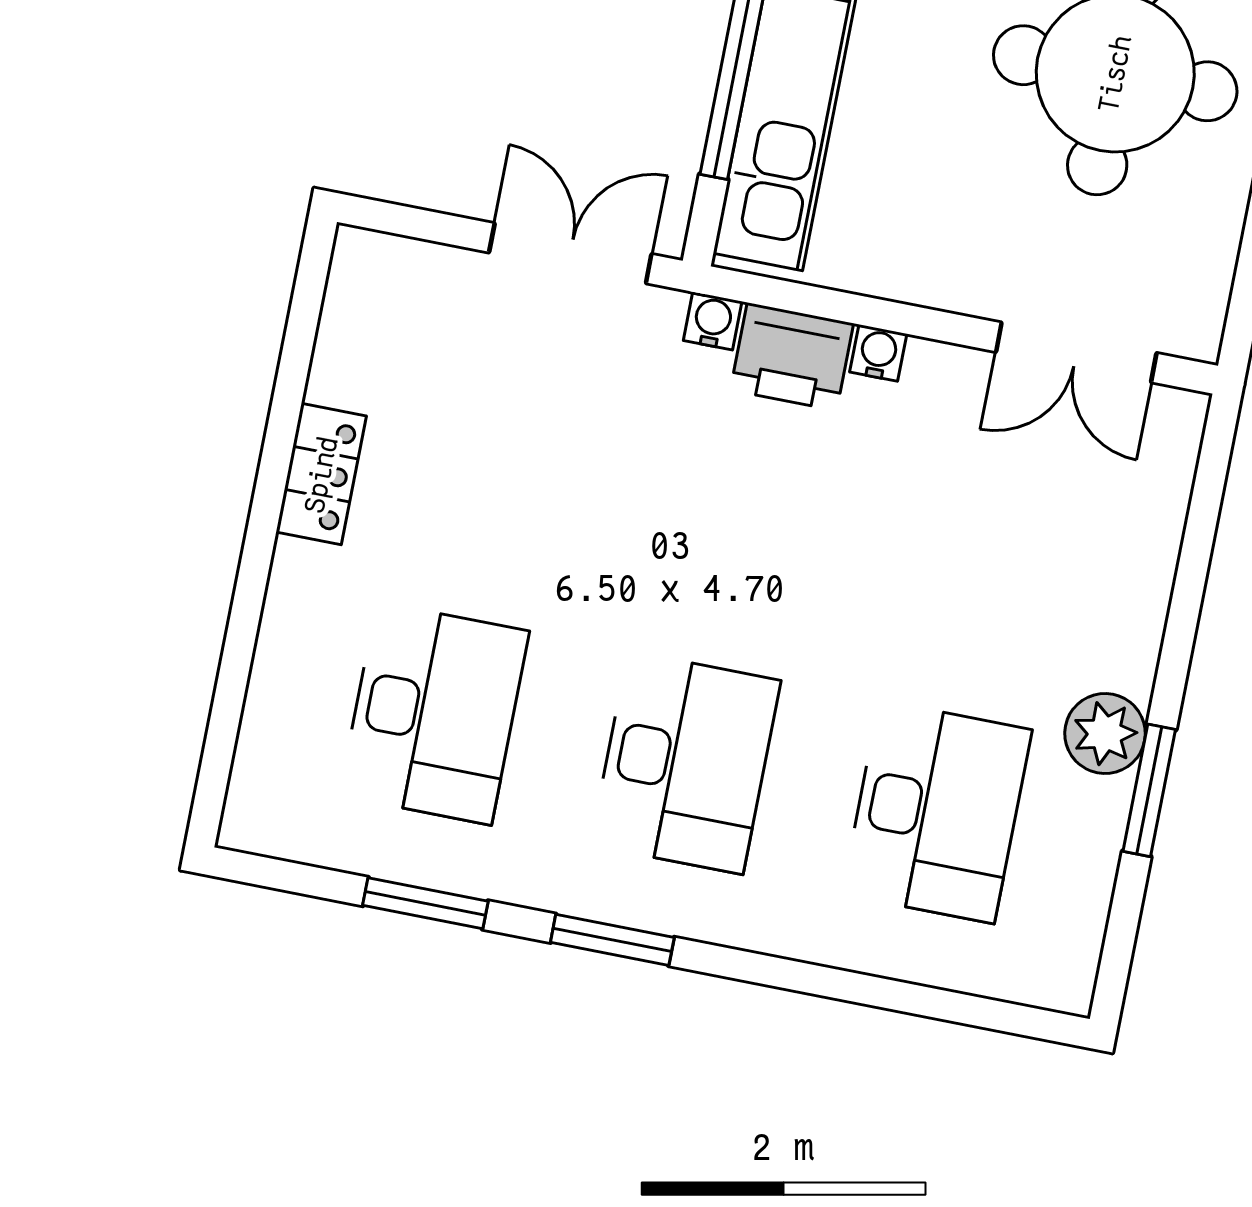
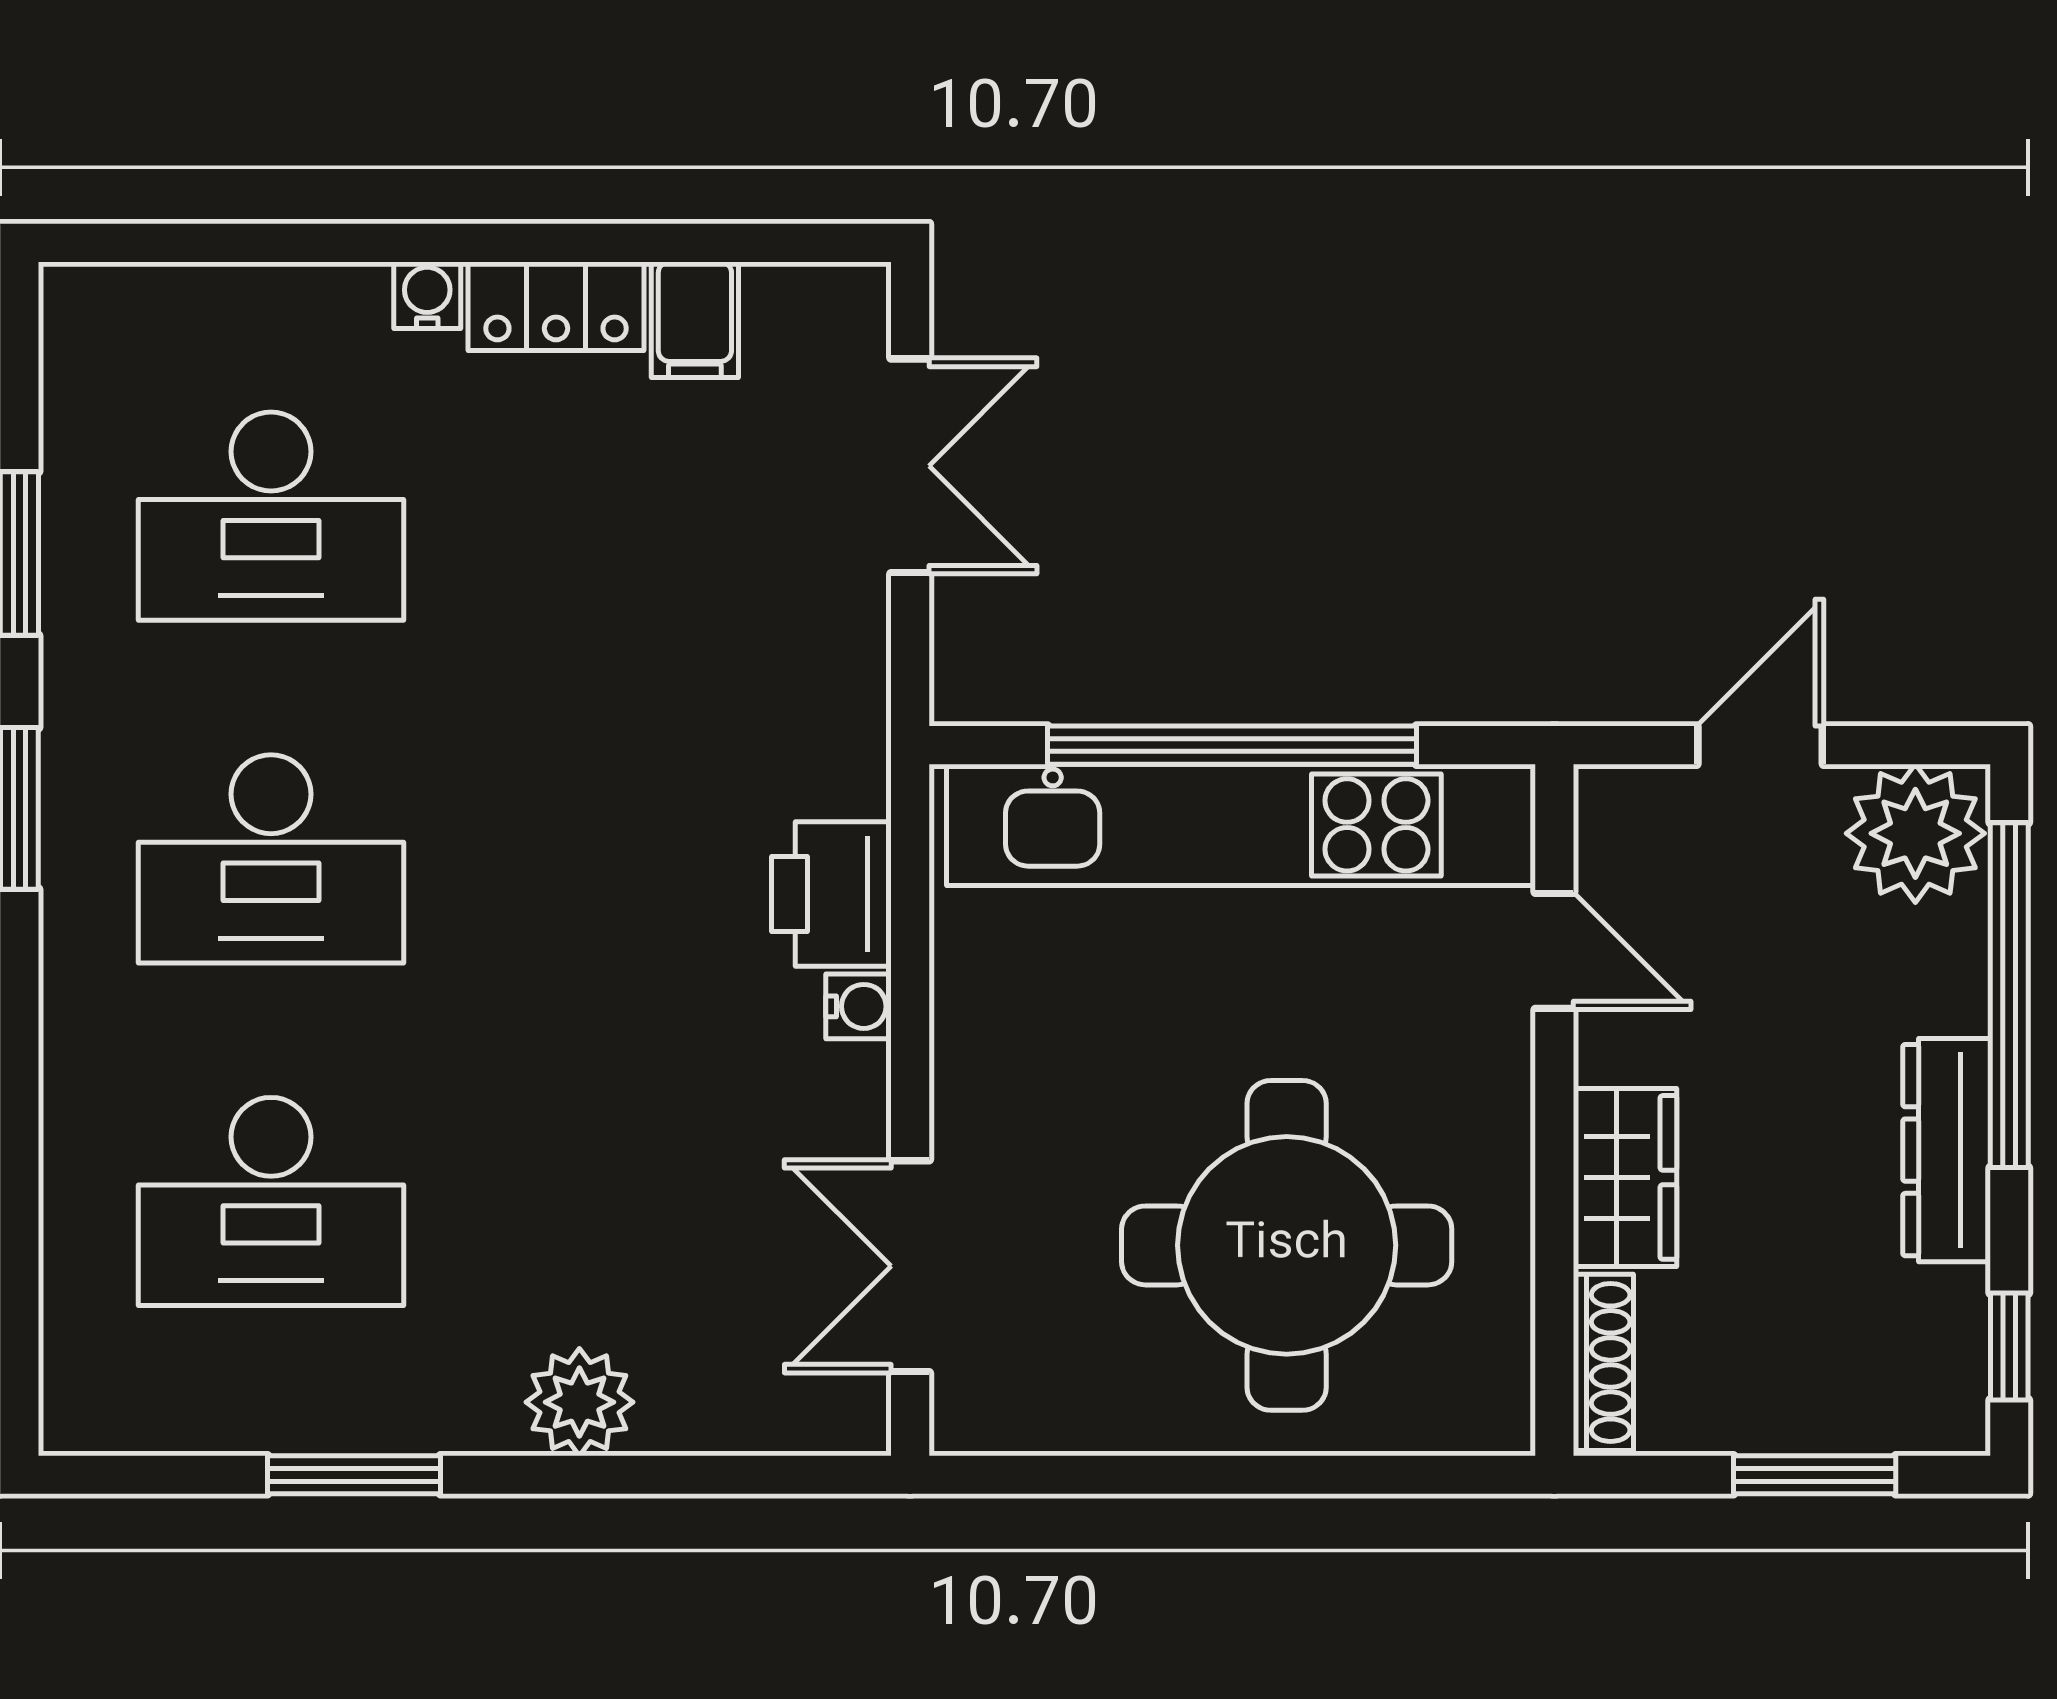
double door: (570, 253) -> (910, 466), moved
water cooler: (713, 321) -> (427, 295), moved, turned -90
filing cabinet: (351, 374) -> (695, 320), added
plant: (1105, 733) -> (579, 1402), moved

